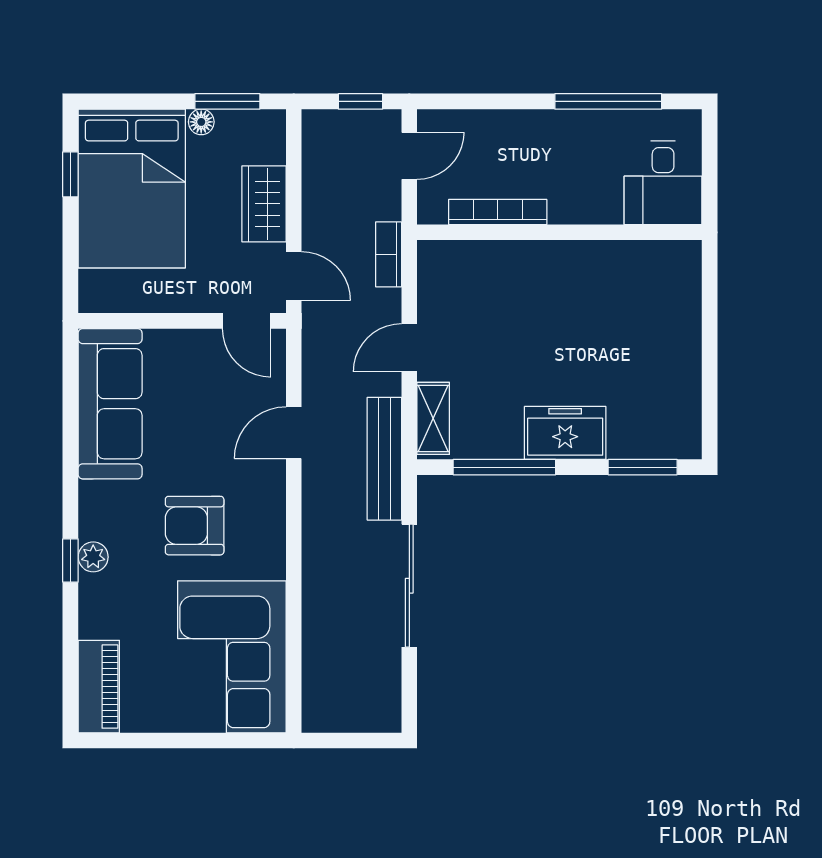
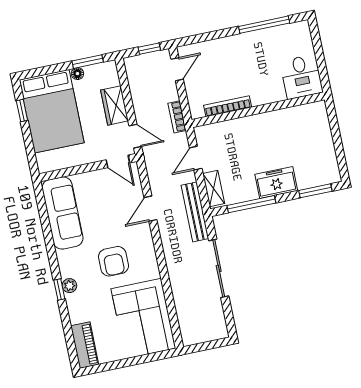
desk: (663, 183) -> (301, 77), moved
bookcase: (498, 212) -> (228, 106), moved
wall: (559, 232) -> (258, 110), moved
armchair: (195, 526) -> (113, 261), turned -90

